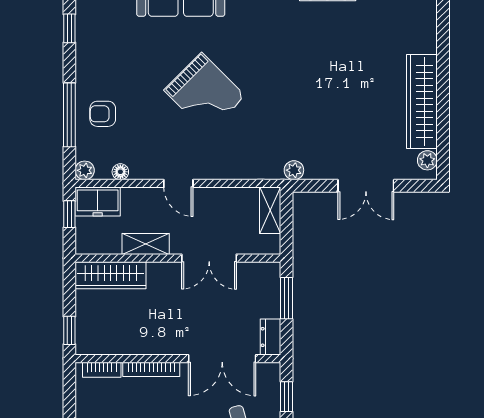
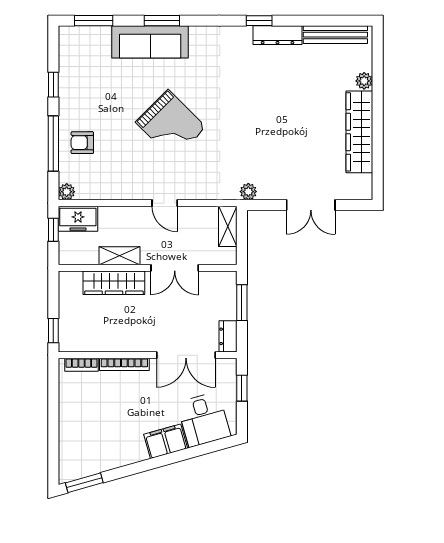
window: (69, 28) -> (53, 85), moved
plant: (427, 160) -> (364, 81), moved
floor lamp: (120, 172) -> (98, 193), removed
door: (178, 183) -> (165, 203), moved
wardrobe: (111, 275) -> (114, 283), moved

